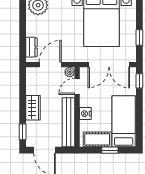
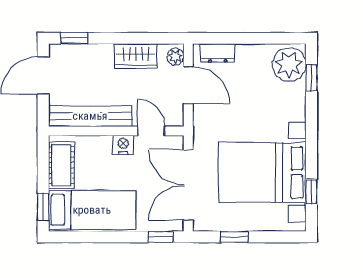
plant: (70, 72) -> (175, 57), moved
wardrobe: (33, 108) -> (136, 56), moved
nightstand: (85, 114) -> (123, 145), moved
window: (110, 150) -> (43, 207), moved

